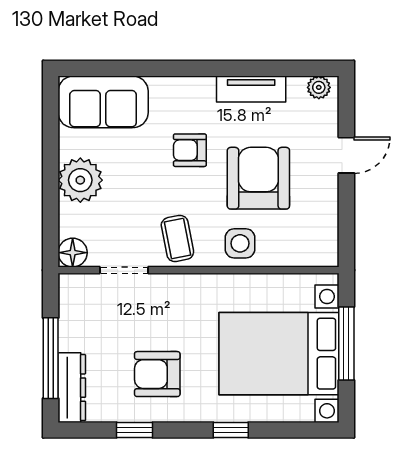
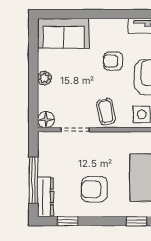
plant: (80, 180) -> (44, 78), width x0.53, depth x0.53
window: (135, 430) -> (68, 221), moved

